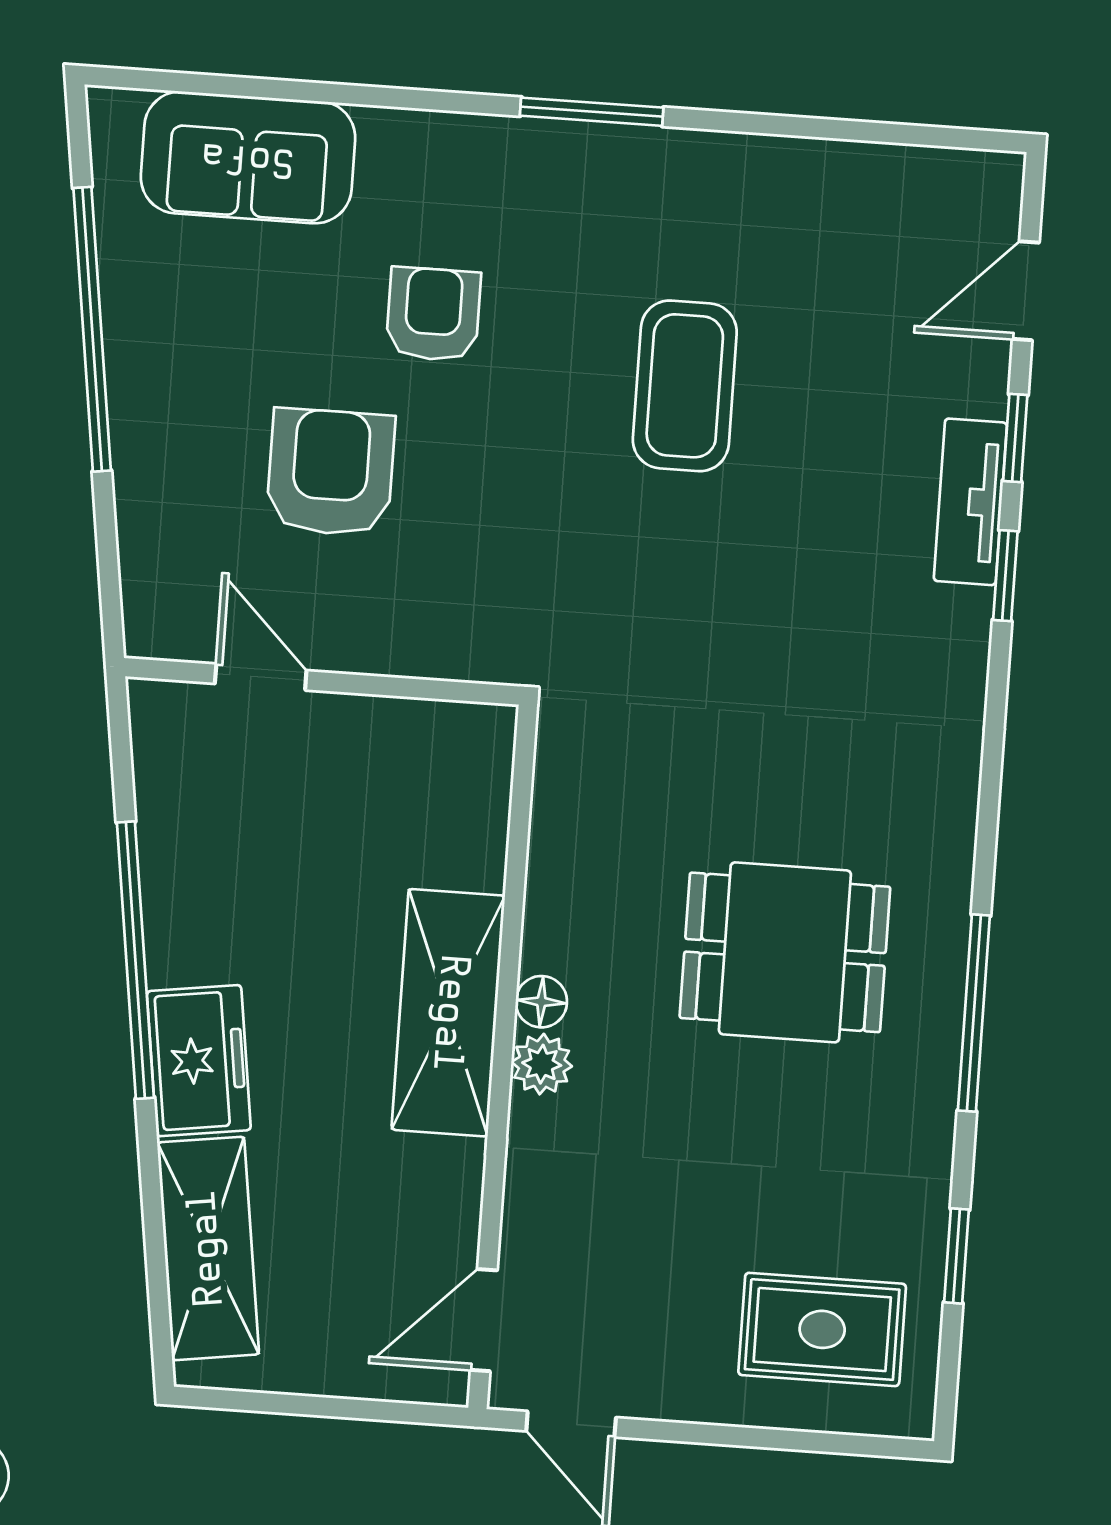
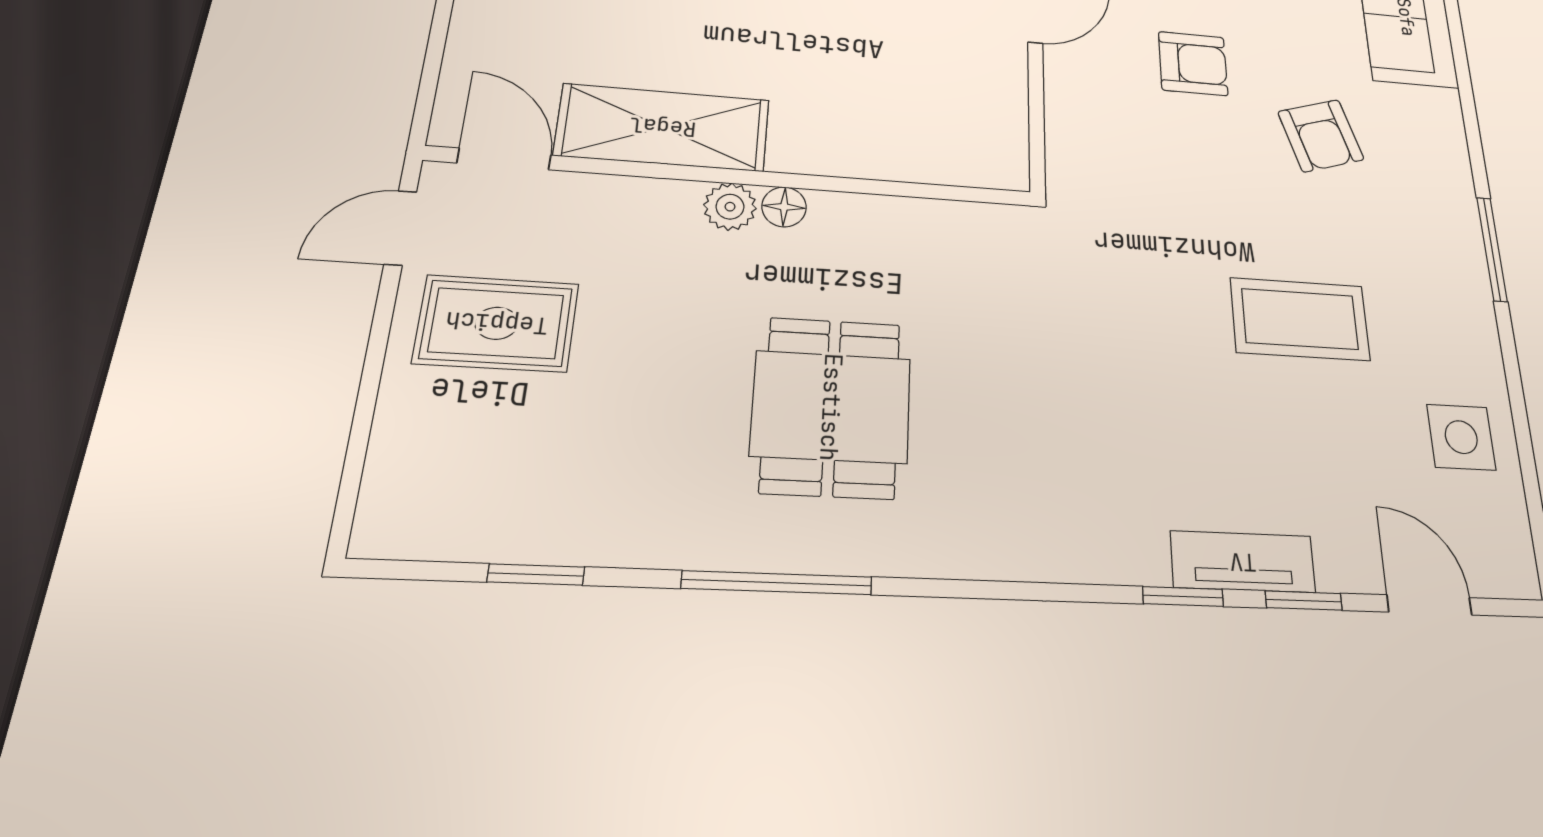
side table: (835, 209) -> (1461, 437), added
armchair: (433, 314) -> (1321, 136), turned 73
armchair: (331, 472) -> (1193, 64), width x0.72, depth x0.72
shelving: (448, 1013) -> (663, 127), moved
rug: (822, 1329) -> (497, 323), moved, turned 90

